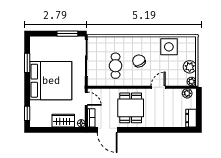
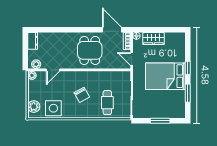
window: (67, 34) -> (160, 121), moved
cafe table: (116, 66) -> (107, 103), moved
plant: (190, 67) -> (34, 107), moved
bed: (51, 81) -> (165, 76), width x0.73
door: (158, 87) -> (53, 70), moved
window: (27, 113) -> (188, 68), moved

